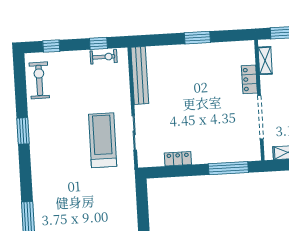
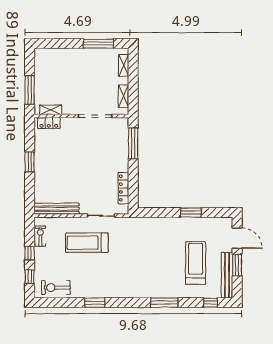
window: (98, 43) -> (30, 253), moved
locker: (249, 79) -> (49, 123), moved
treadmill: (103, 140) -> (87, 243), moved
locker: (178, 159) -> (123, 188), width x1.53

